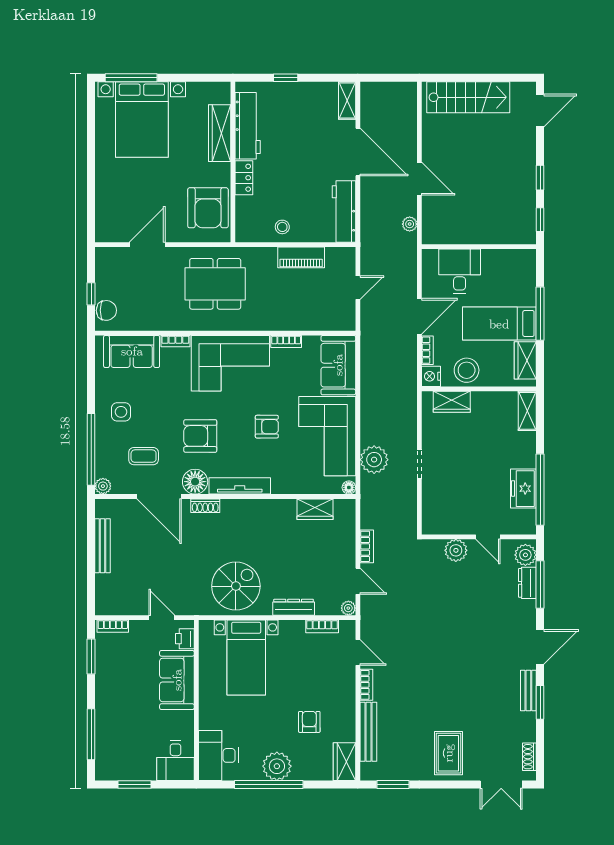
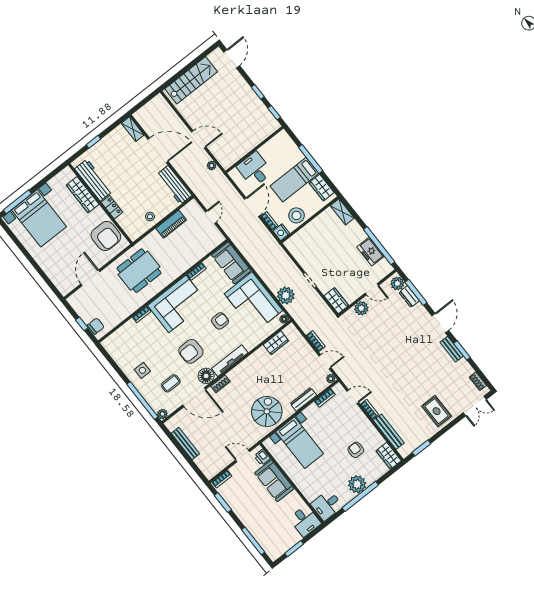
sofa: (132, 351) -> (124, 337), removed
wardrobe: (452, 402) -> (336, 301), moved, turned -90
desk: (218, 755) -> (327, 505), width x0.73

